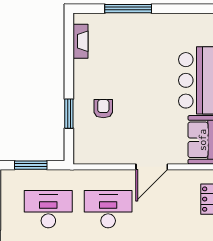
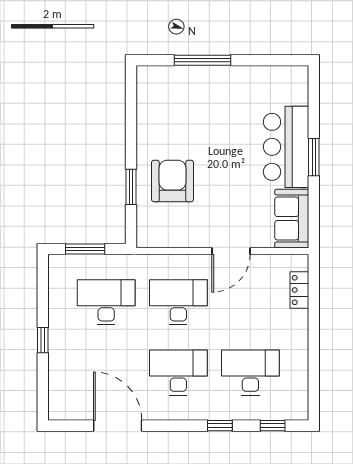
fireplace: (81, 41) -> (145, 100), removed
armchair: (103, 109) -> (173, 181), width x1.88, depth x1.88

